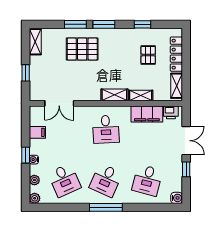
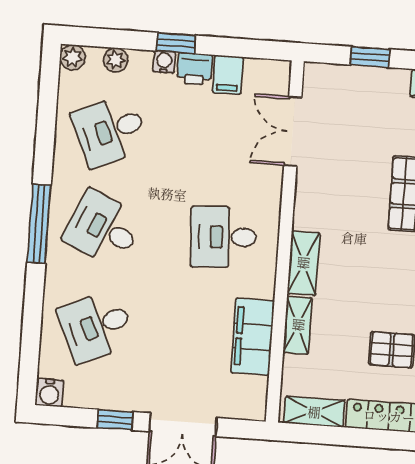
printer: (171, 112) -> (195, 69), moved, turned -90
desk: (147, 180) -> (96, 326), turned -39

